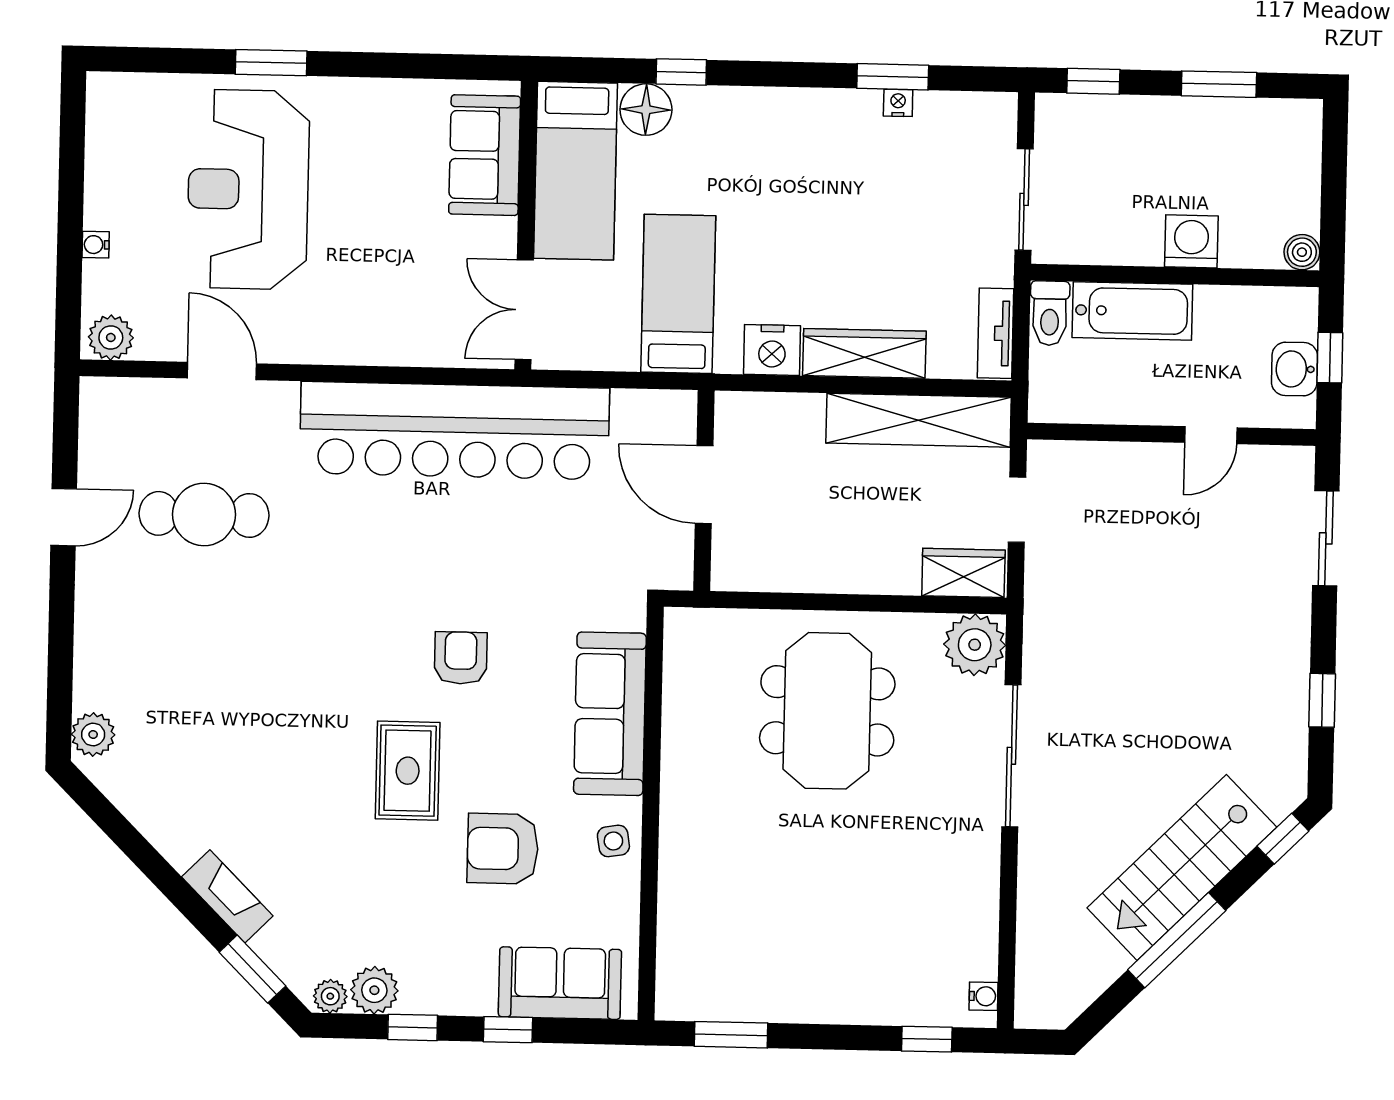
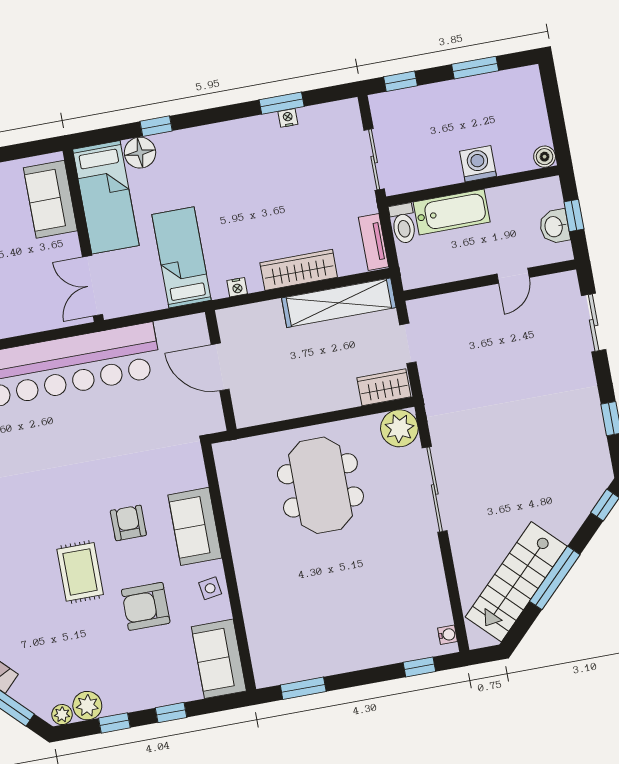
nightstand: (772, 350) -> (237, 287), width x0.53, depth x0.56
armchair: (461, 658) -> (128, 523), moved
sofa: (610, 714) -> (195, 526), width x0.73
stairs: (1182, 868) -> (516, 582), moved
sofa: (560, 983) -> (219, 659), moved, turned -90

